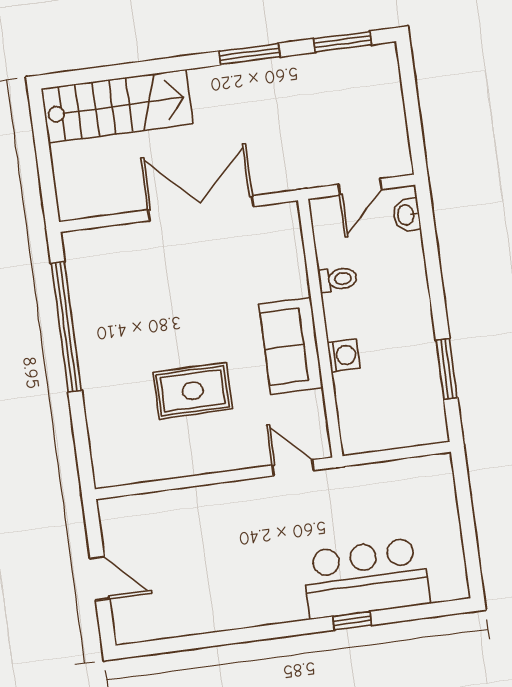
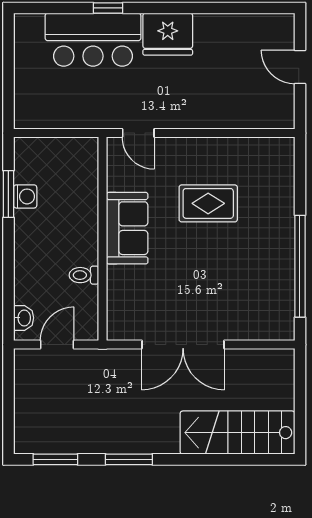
washing machine: (344, 355) -> (25, 196), moved, turned 180
fridge: (272, 598) -> (168, 34), added

